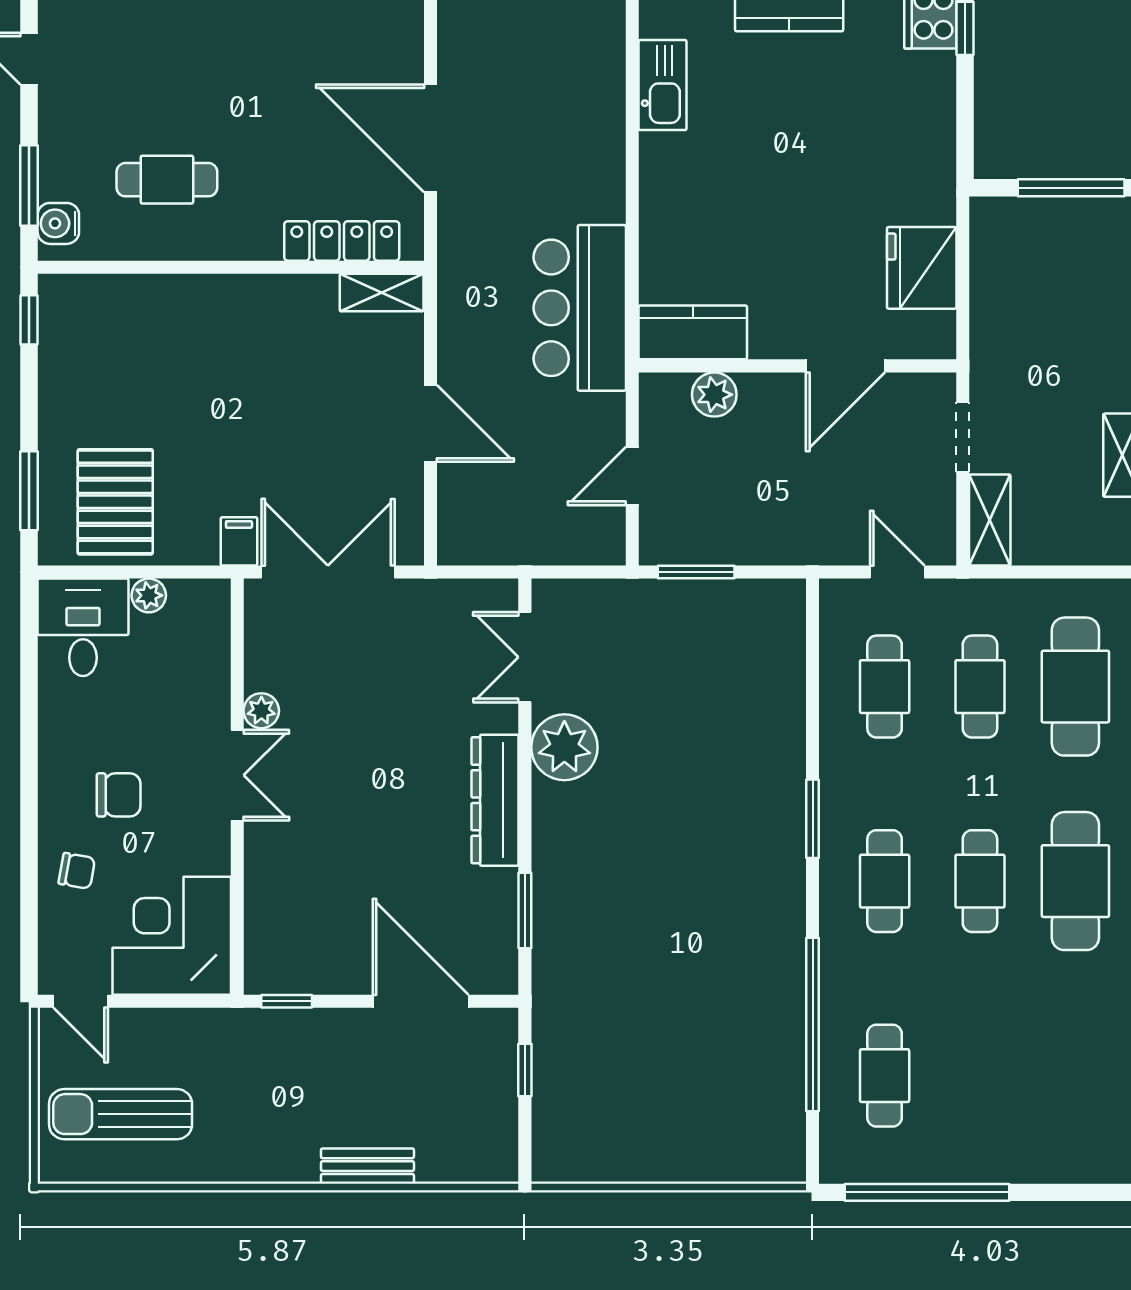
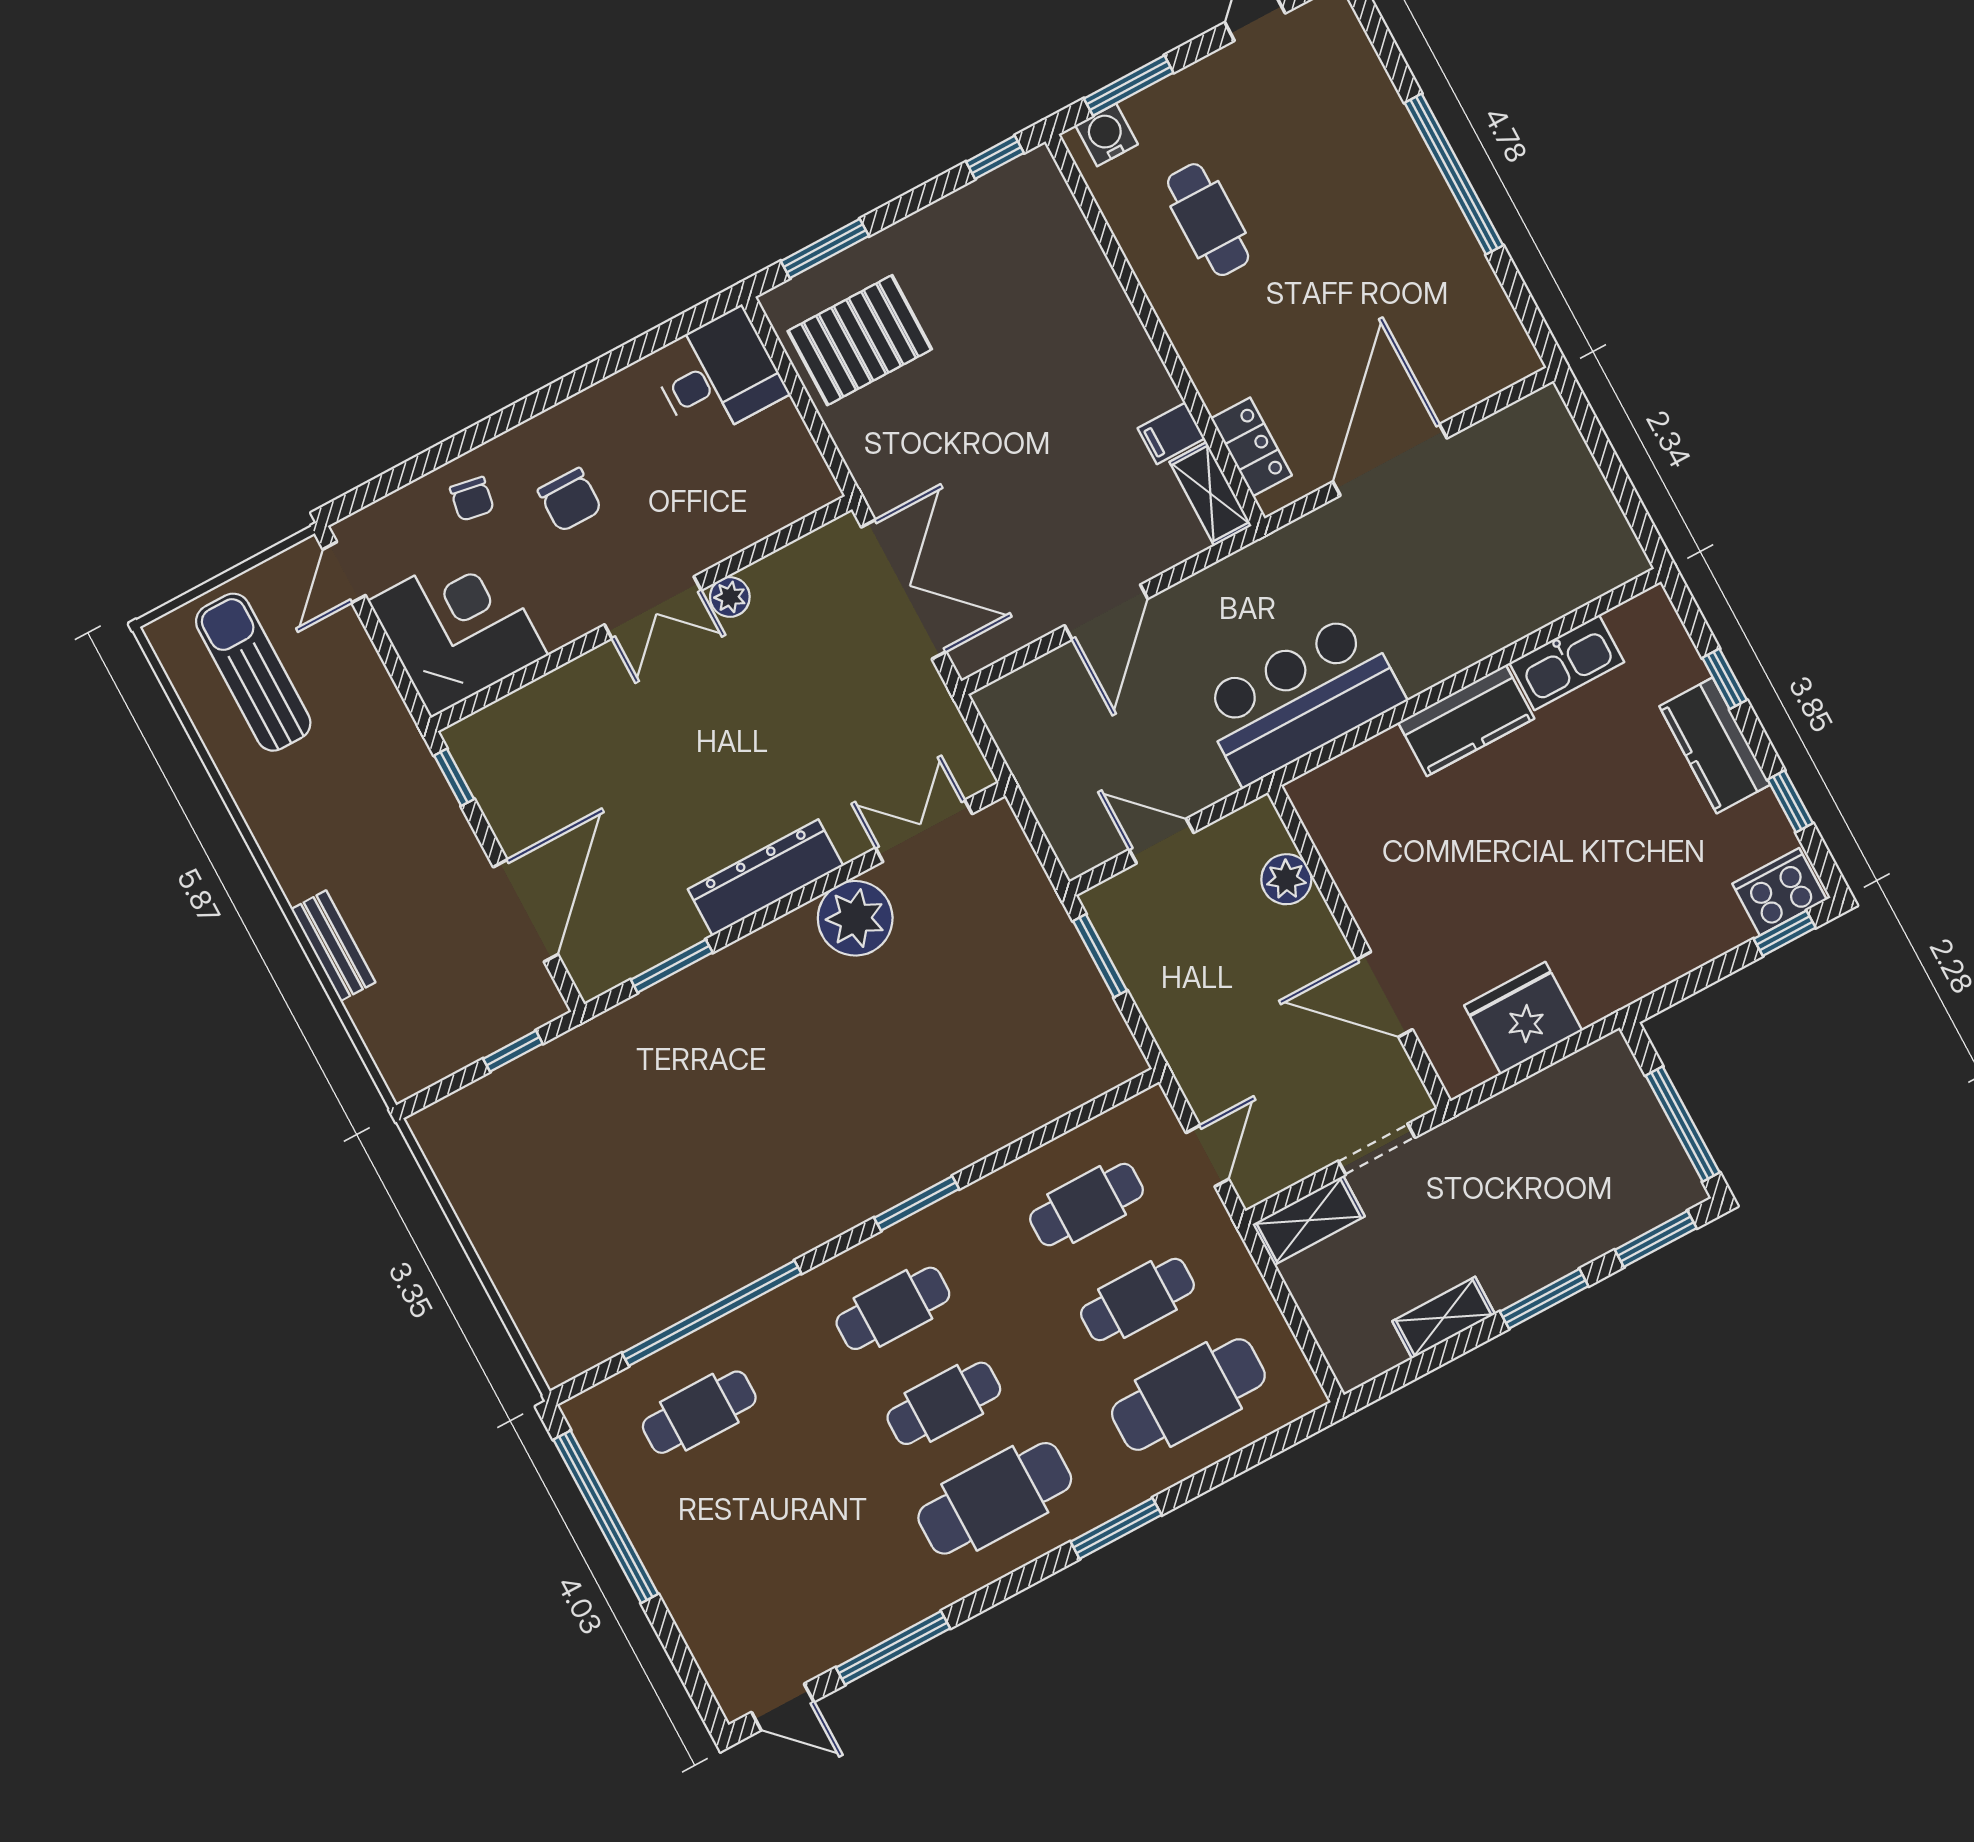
locker: (342, 241) -> (1251, 447), width x0.66
kitchen counter: (693, 332) -> (1466, 720), moved, turned 90
filing cabinet: (239, 541) -> (1171, 433), moved, turned 180
plant: (149, 595) -> (784, 423), removed

